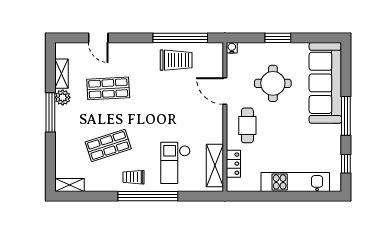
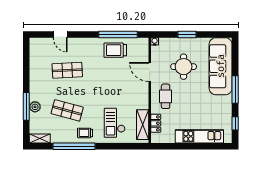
trolley: (176, 60) -> (115, 50), turned 180
shelving: (61, 74) -> (34, 60), removed
plant: (63, 97) -> (35, 107), moved
window: (50, 112) -> (26, 106), moved
shop shelf: (108, 145) -> (67, 110), turned 33
window: (148, 196) -> (74, 146), moved

